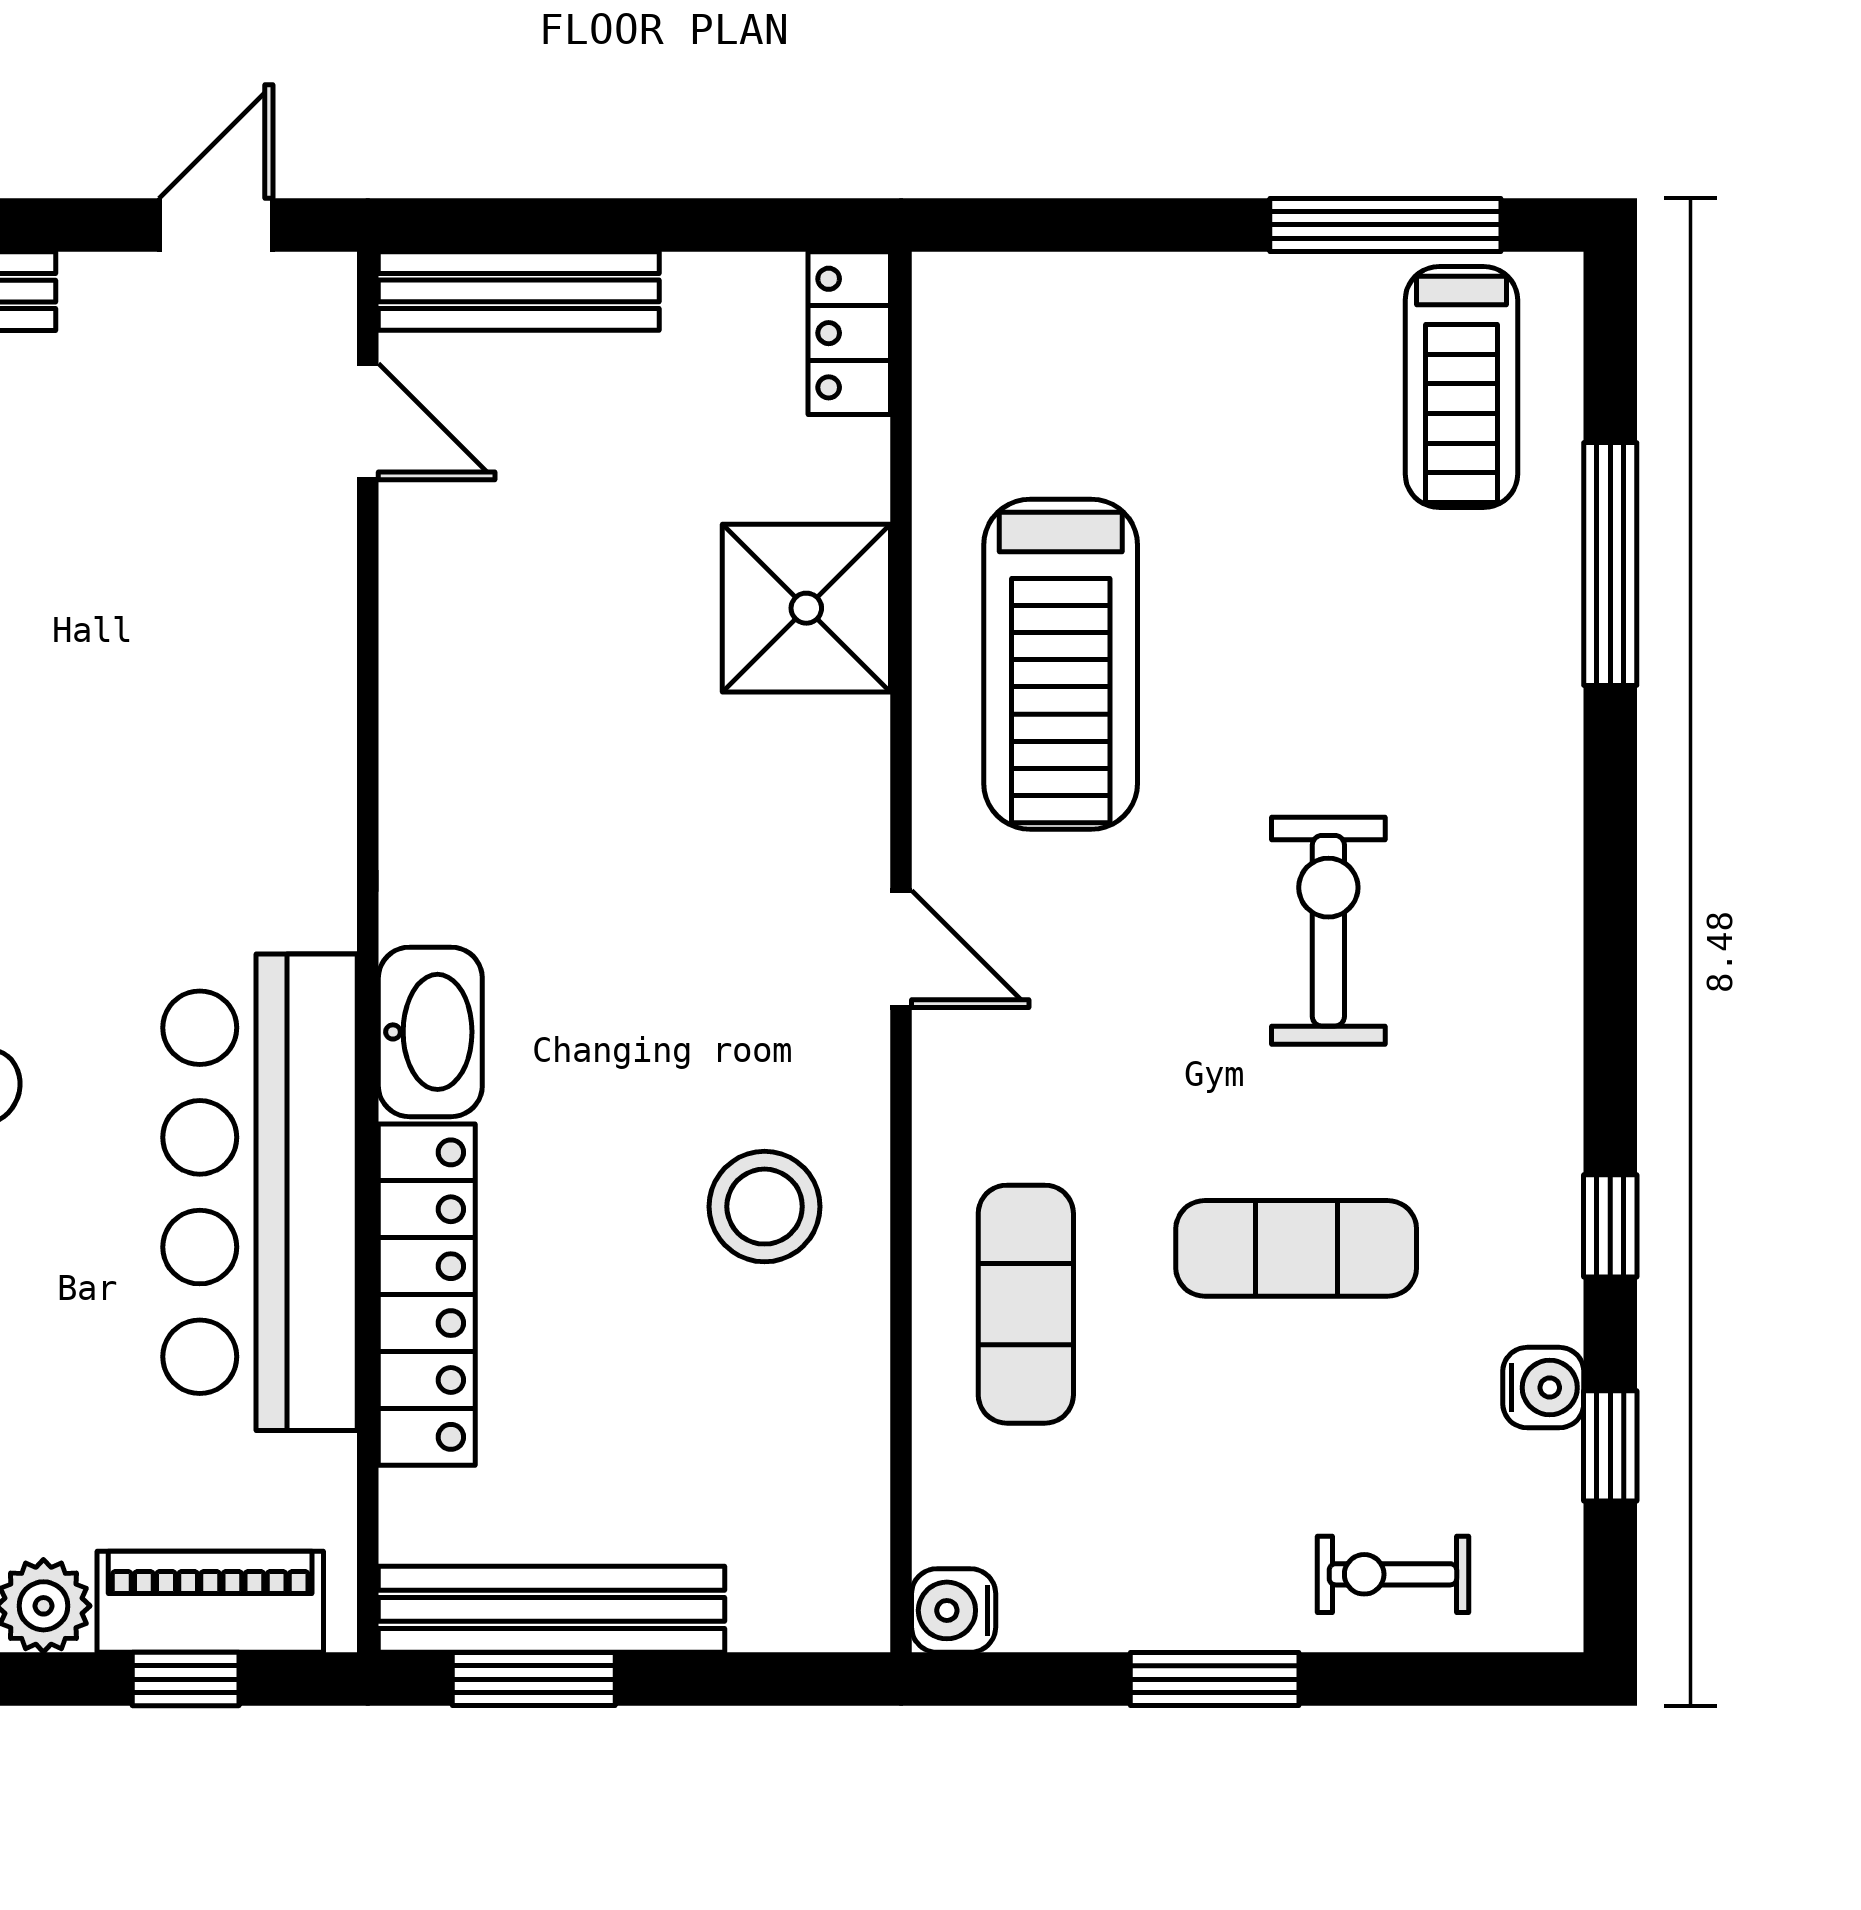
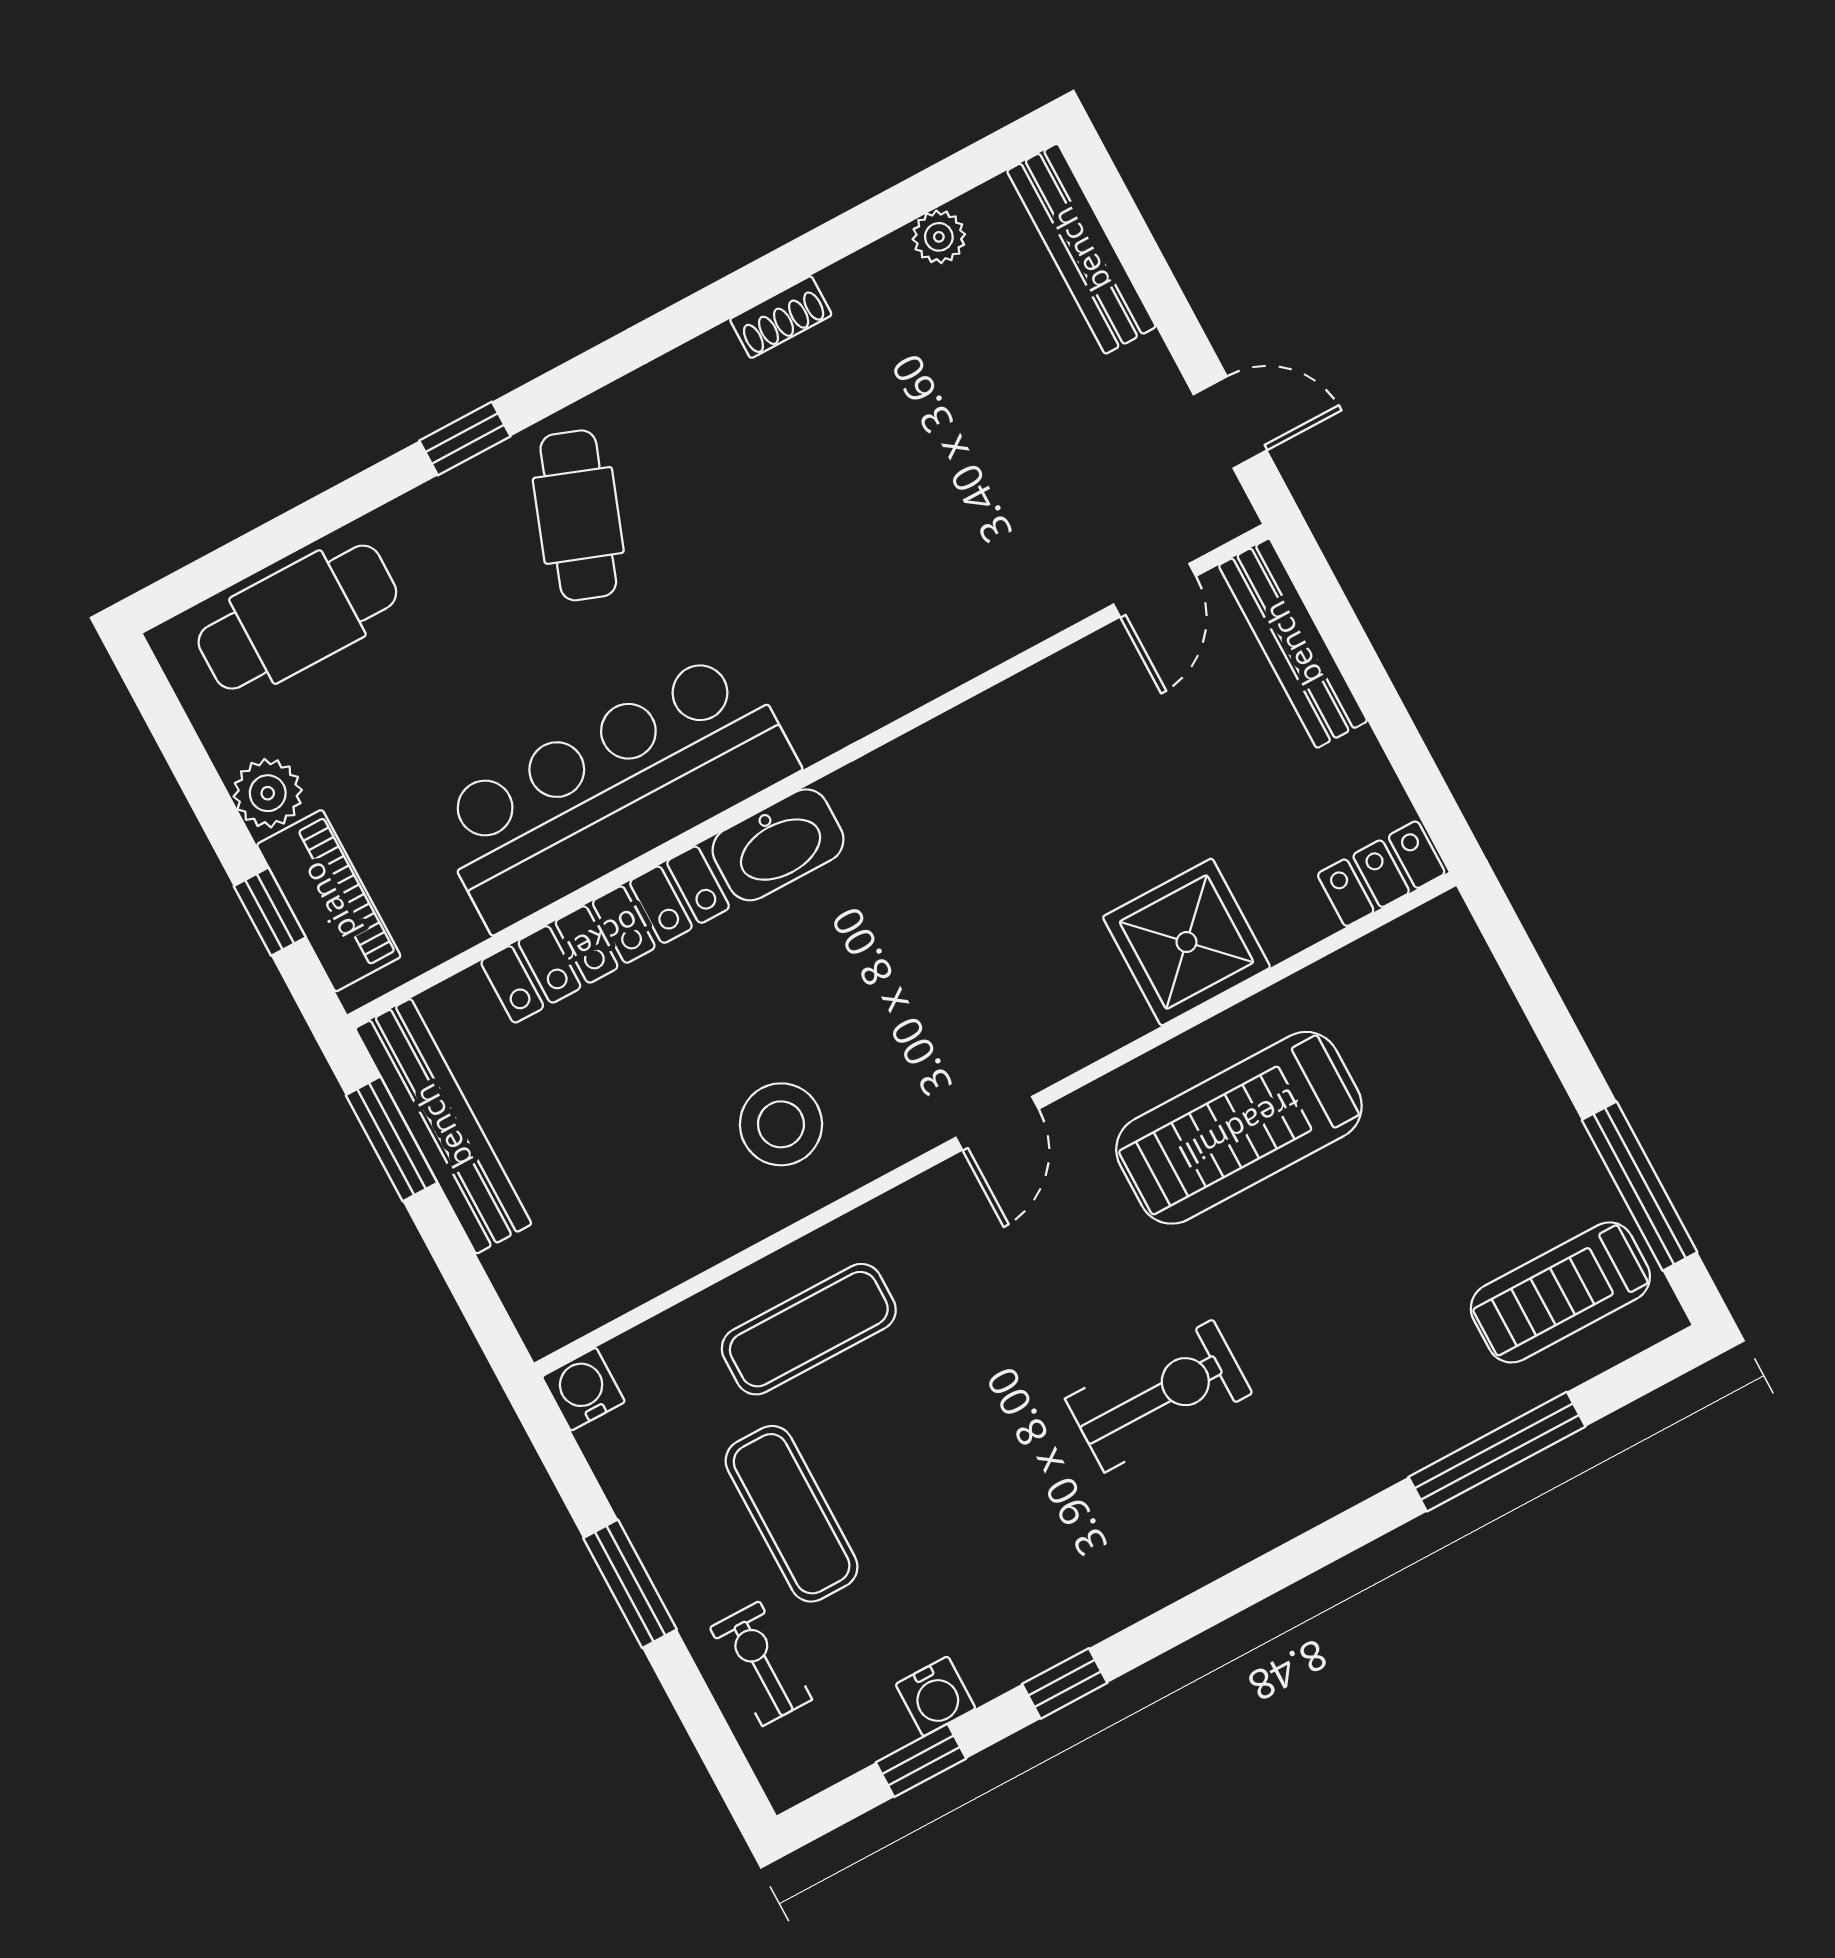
exercise mat: (1296, 1248) -> (792, 1514), moved

